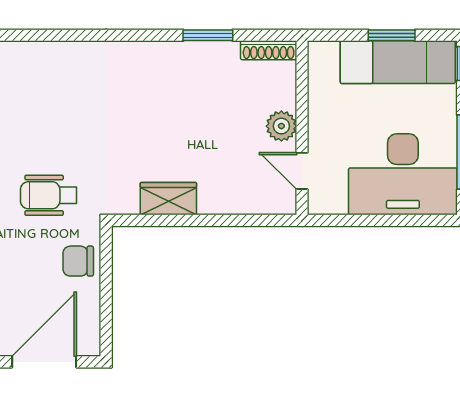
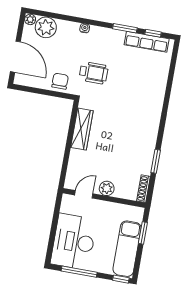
window: (392, 35) -> (143, 233), moved
wheelchair: (49, 195) -> (94, 73), turned 90
wardrobe: (168, 199) -> (82, 129), width x1.50

